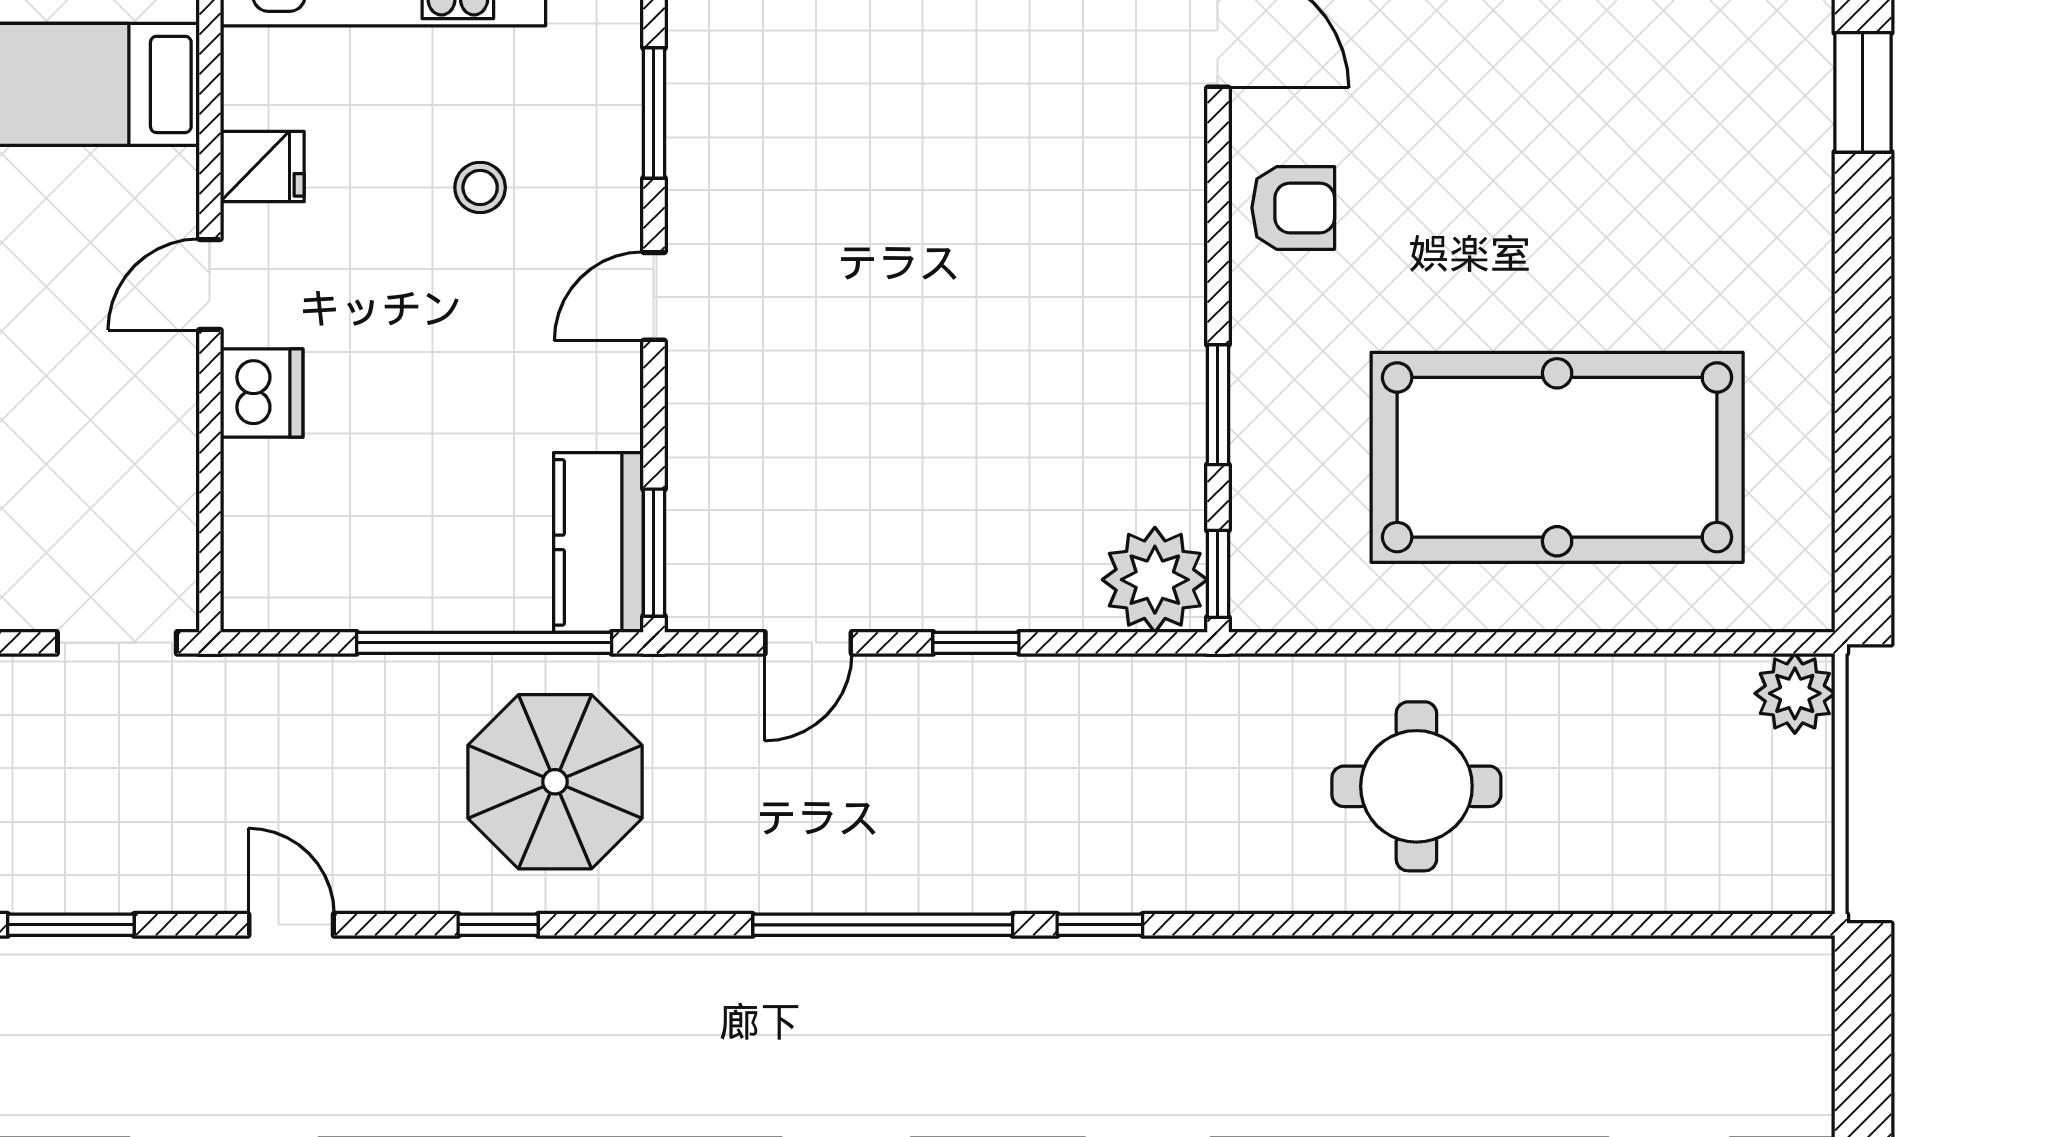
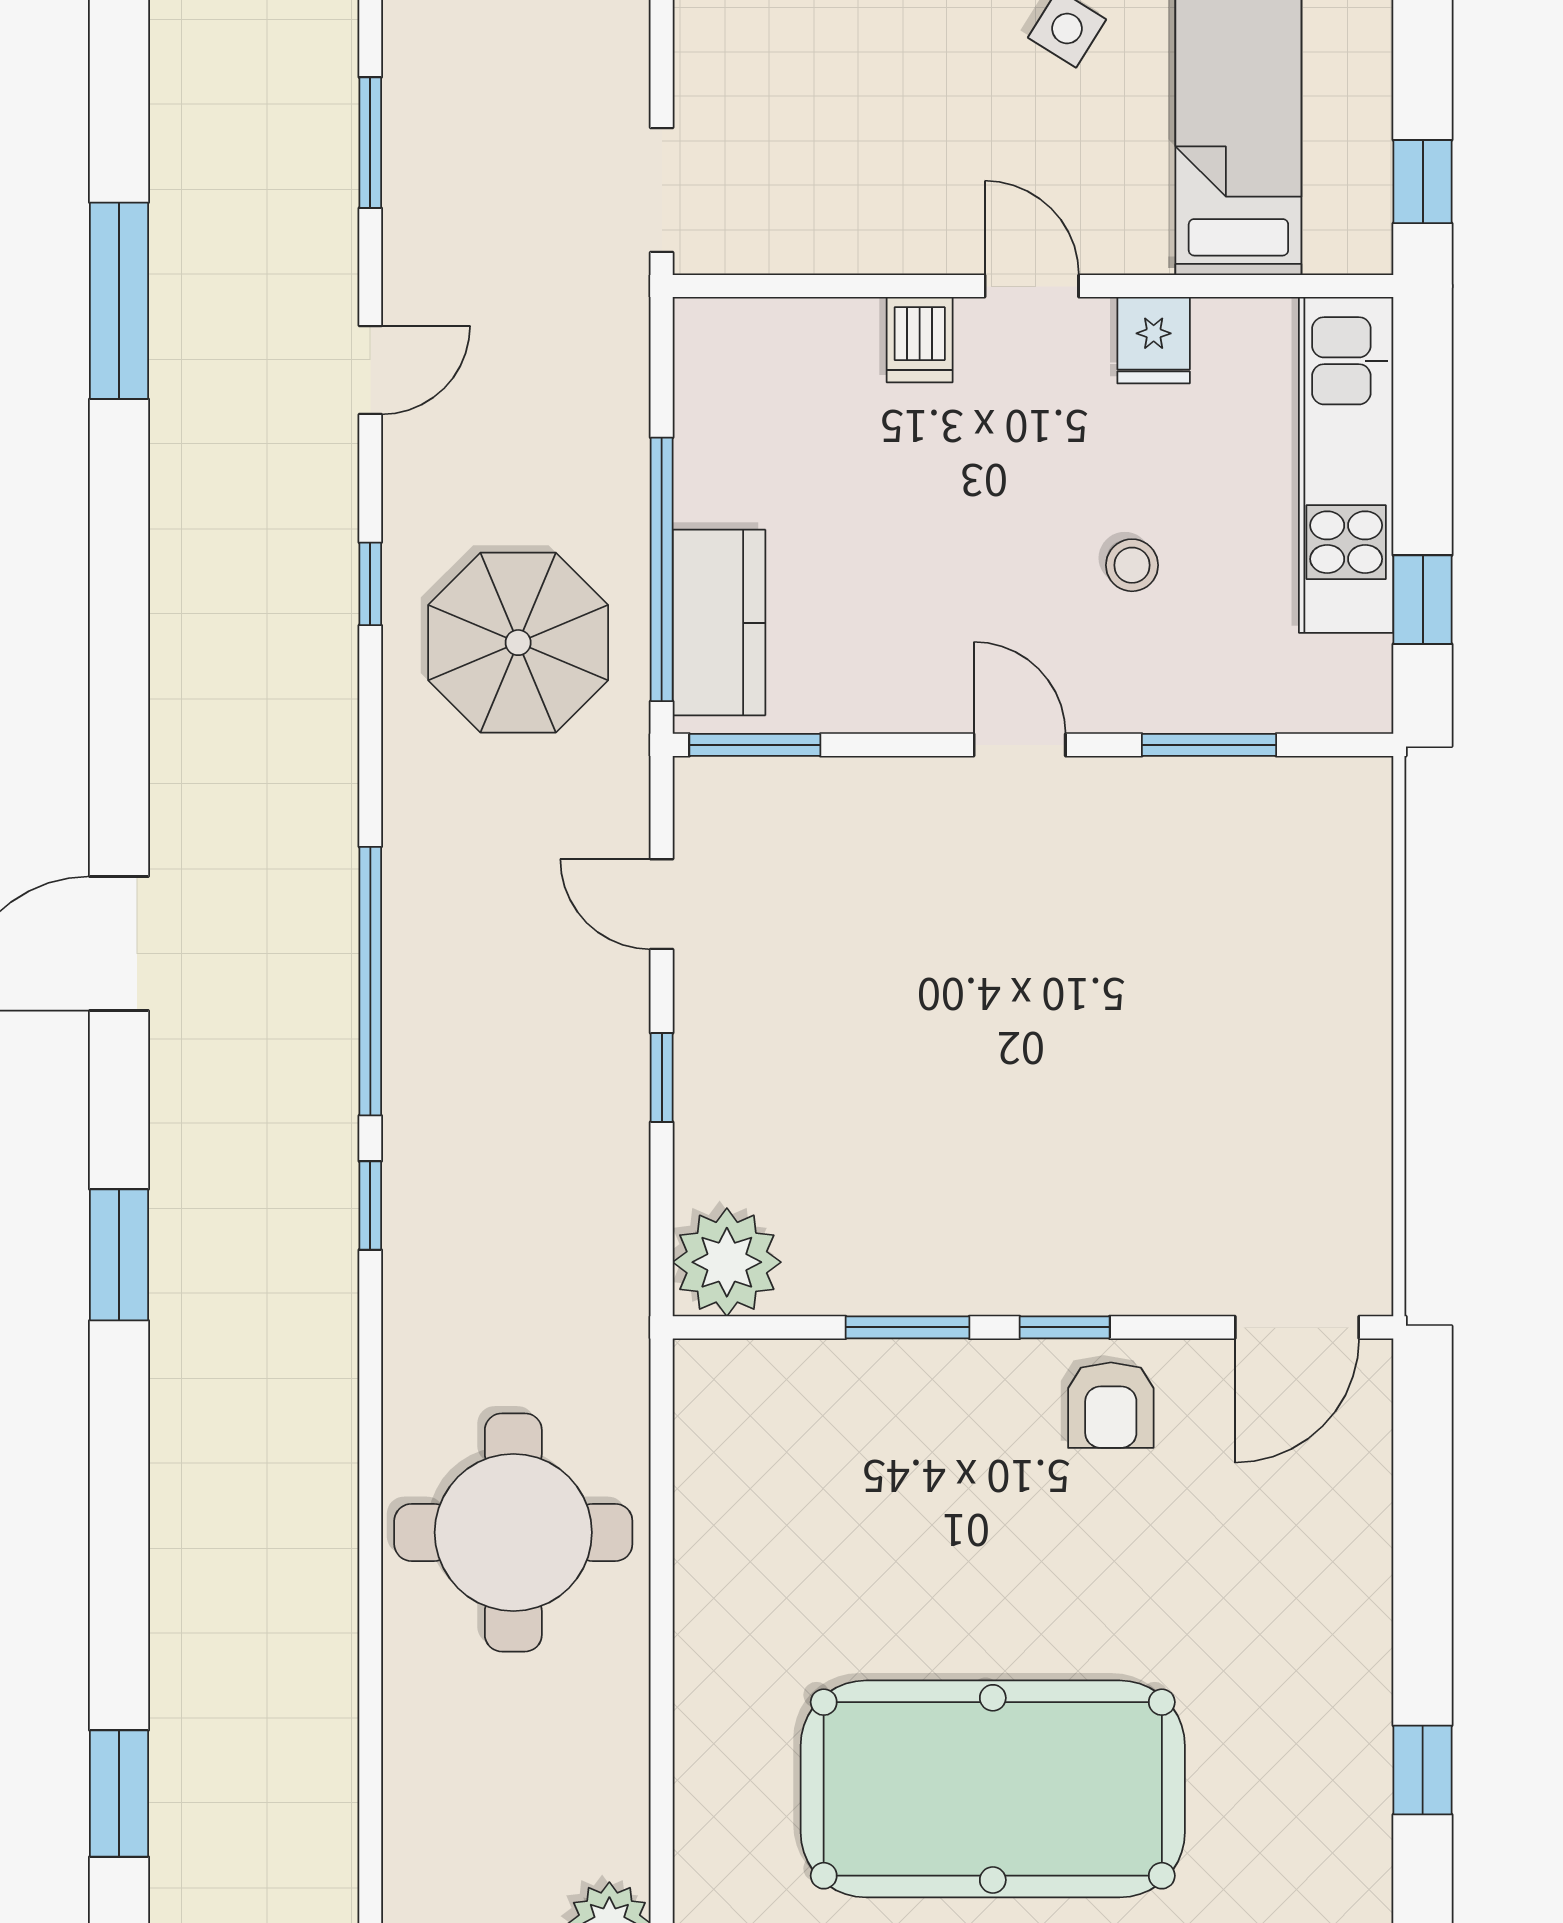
dishwasher: (262, 393) -> (920, 340), width x0.73
pool table: (1557, 457) -> (993, 1789), moved, turned 90
kitchen counter: (598, 542) -> (719, 623), moved, turned 90
window: (1218, 574) -> (1065, 1327), moved
round table: (1416, 786) -> (513, 1532), width x1.36, depth x1.36

